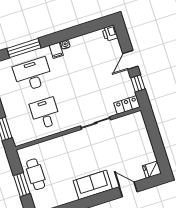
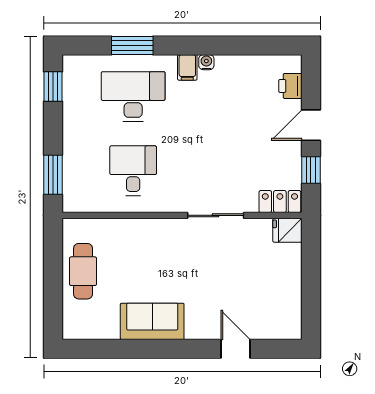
printer: (110, 33) -> (290, 86), moved
window: (24, 48) -> (132, 46), width x0.69
fridge: (152, 170) -> (287, 230), moved
window: (22, 185) -> (53, 281), removed
sofa: (93, 185) -> (152, 321), moved

